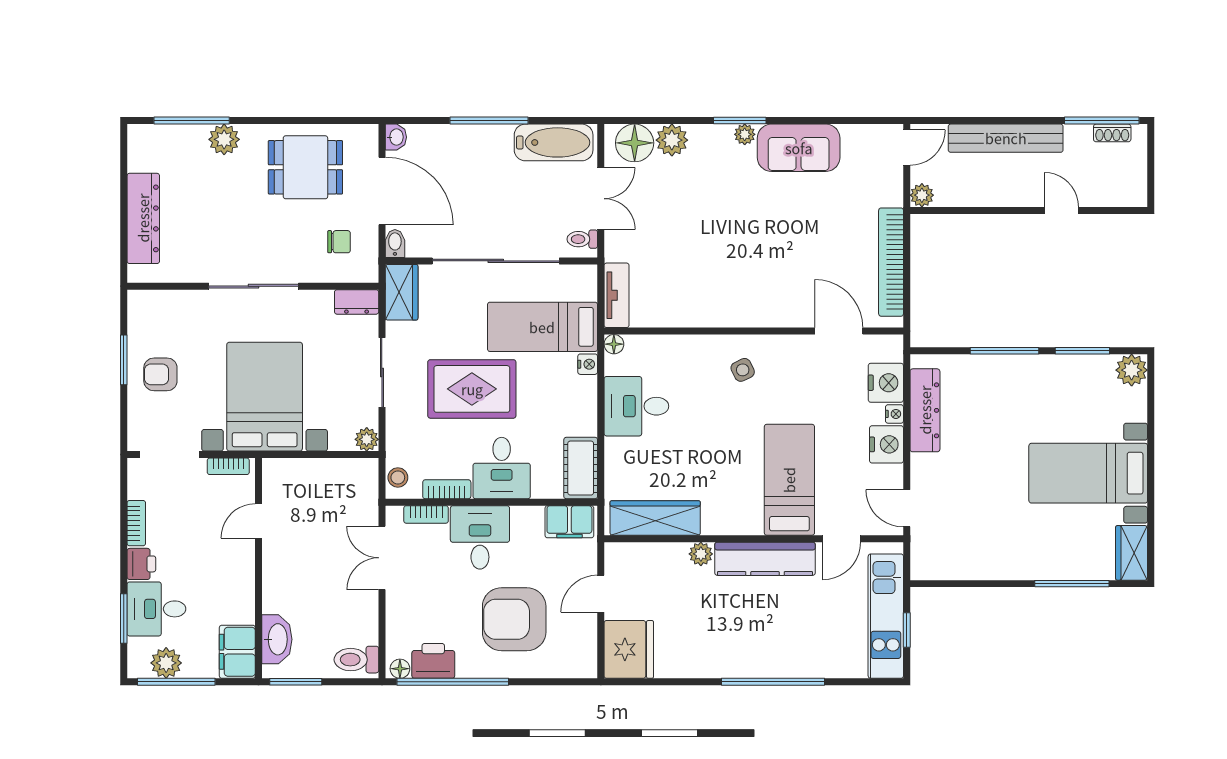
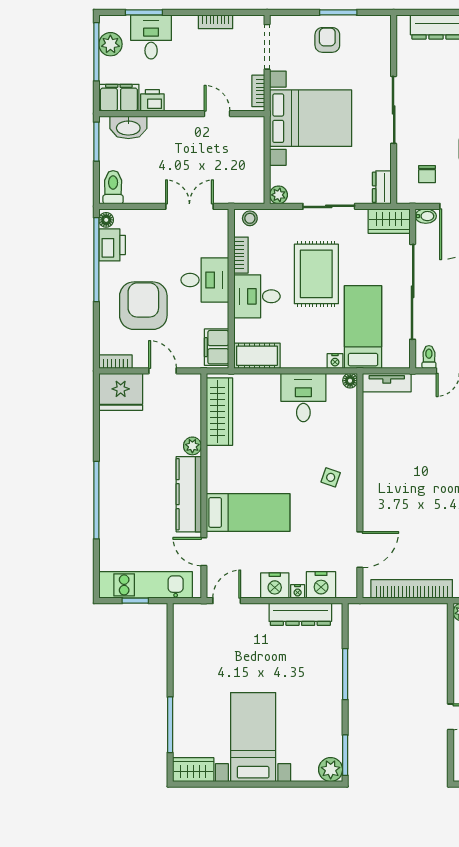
window: (1082, 351) -> (345, 755), moved
side table: (743, 370) -> (331, 477), turned 45
bookcase: (426, 514) -> (115, 362), moved, turned 90
printer: (141, 564) -> (152, 100), moved, turned 180

